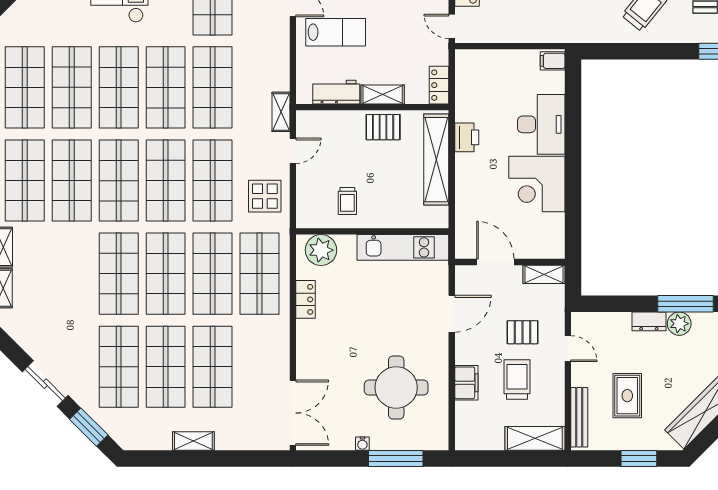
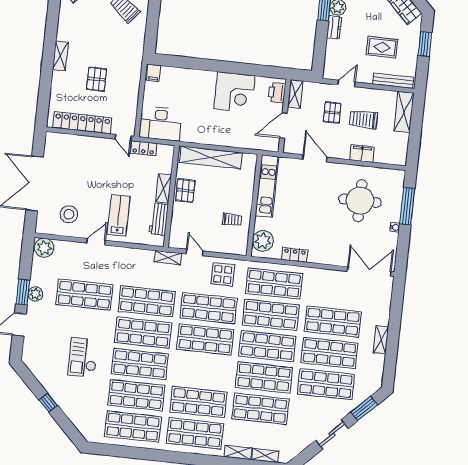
door: (452, 26) -> (123, 137), hinge flipped
locker: (439, 85) -> (144, 148), moved
desk: (541, 124) -> (160, 124), moved, turned 180
printer: (467, 137) -> (277, 93), moved, turned -90
shop shelf: (119, 181) -> (261, 409), moved

